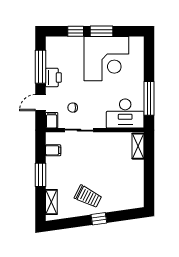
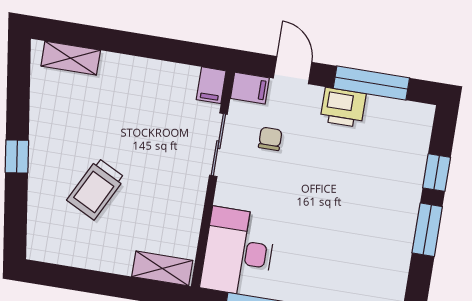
corner desk: (106, 59) -> (365, 230), removed
filing cabinet: (53, 150) -> (211, 85), moved
window: (41, 175) -> (134, 44), removed
trolley: (88, 197) -> (96, 189), moved

